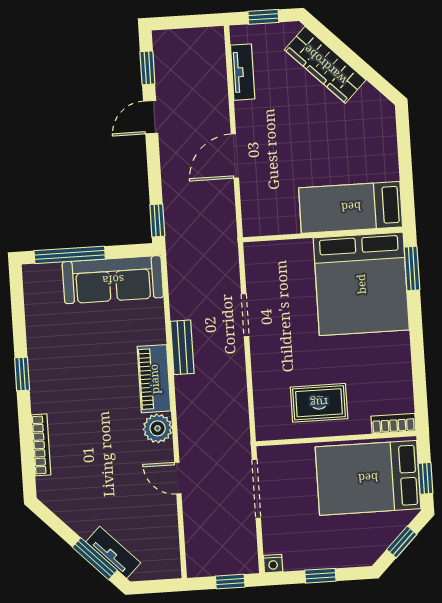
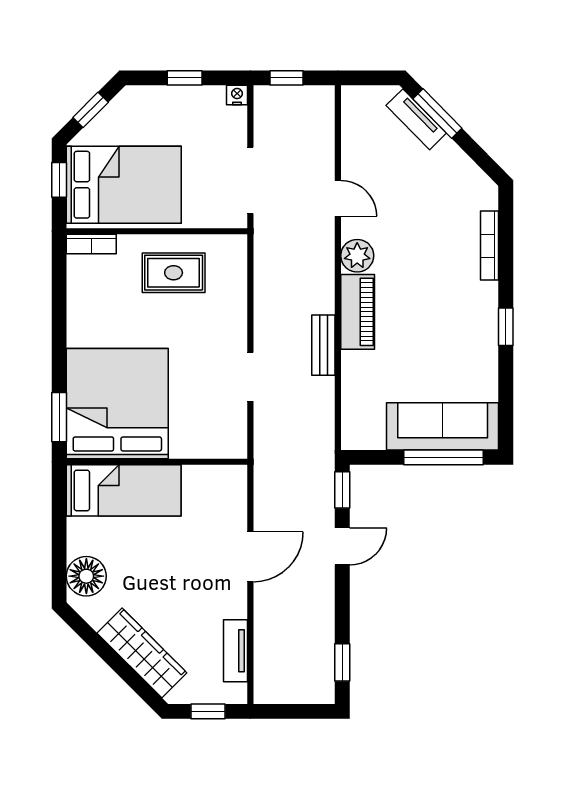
door: (151, 117) -> (342, 546), moved
floor lamp: (379, 129) -> (86, 576), added
sofa: (113, 280) -> (443, 426), moved

